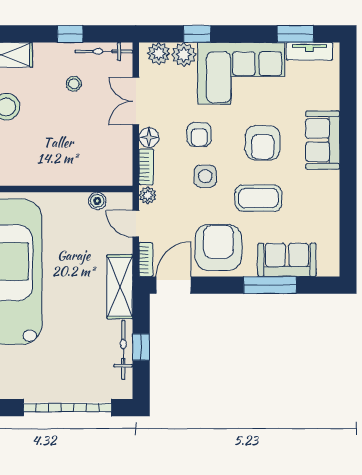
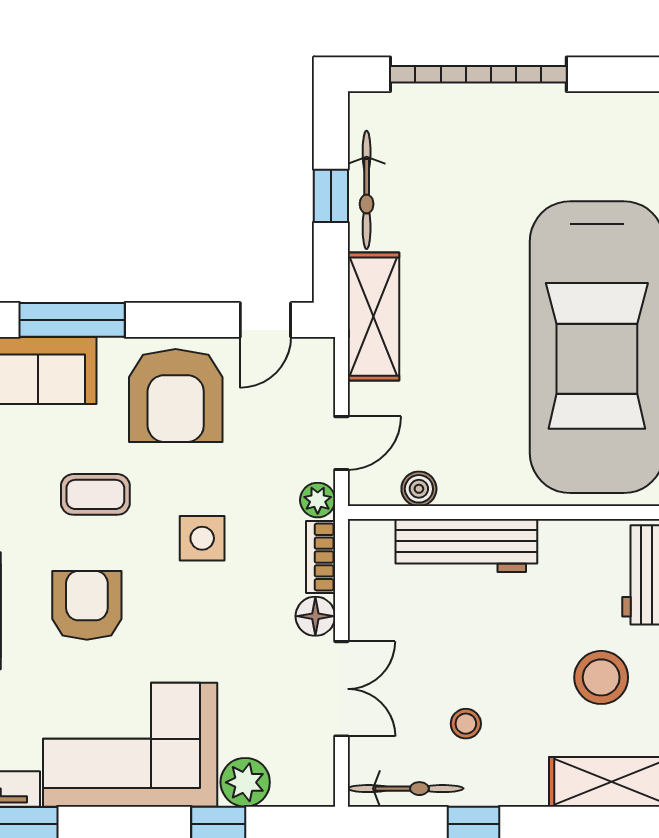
plant: (159, 54) -> (296, 784), removed
armchair: (199, 134) -> (214, 622), removed
workbench: (73, 173) -> (466, 546), added
coffee table: (258, 198) -> (95, 494), width x0.73, depth x0.77
door: (136, 224) -> (341, 443), hinge flipped
bookcase: (146, 260) -> (321, 371), removed
door: (174, 285) -> (265, 320), width x0.73

